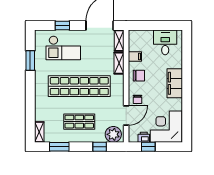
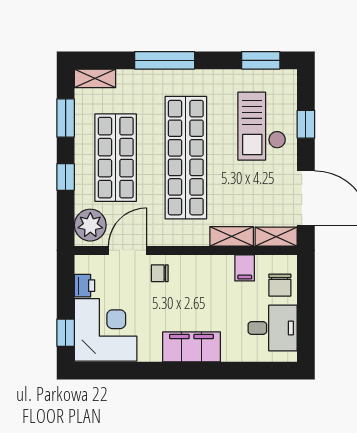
window: (30, 61) -> (261, 60), moved
chair: (139, 76) -> (280, 285), moved
window: (30, 97) -> (165, 60), added
door: (126, 116) -> (127, 250), swing flipped
shop shelf: (79, 122) -> (116, 158), width x1.43, depth x1.36
window: (100, 147) -> (66, 177), moved
window: (148, 147) -> (66, 333), moved

